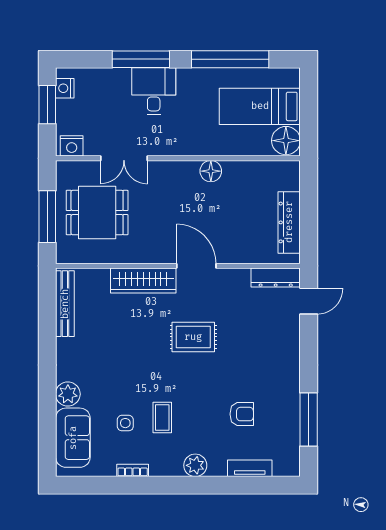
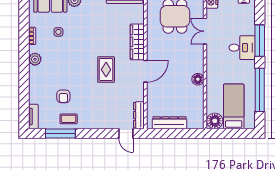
coffee table: (162, 417) -> (69, 119), moved
plant: (195, 465) -> (35, 59), moved
tv unit: (250, 468) -> (33, 116), moved

